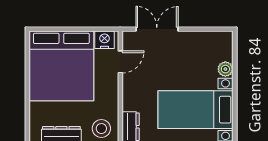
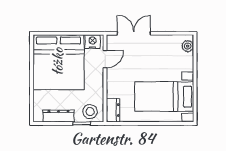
plant: (225, 69) -> (188, 46), moved

